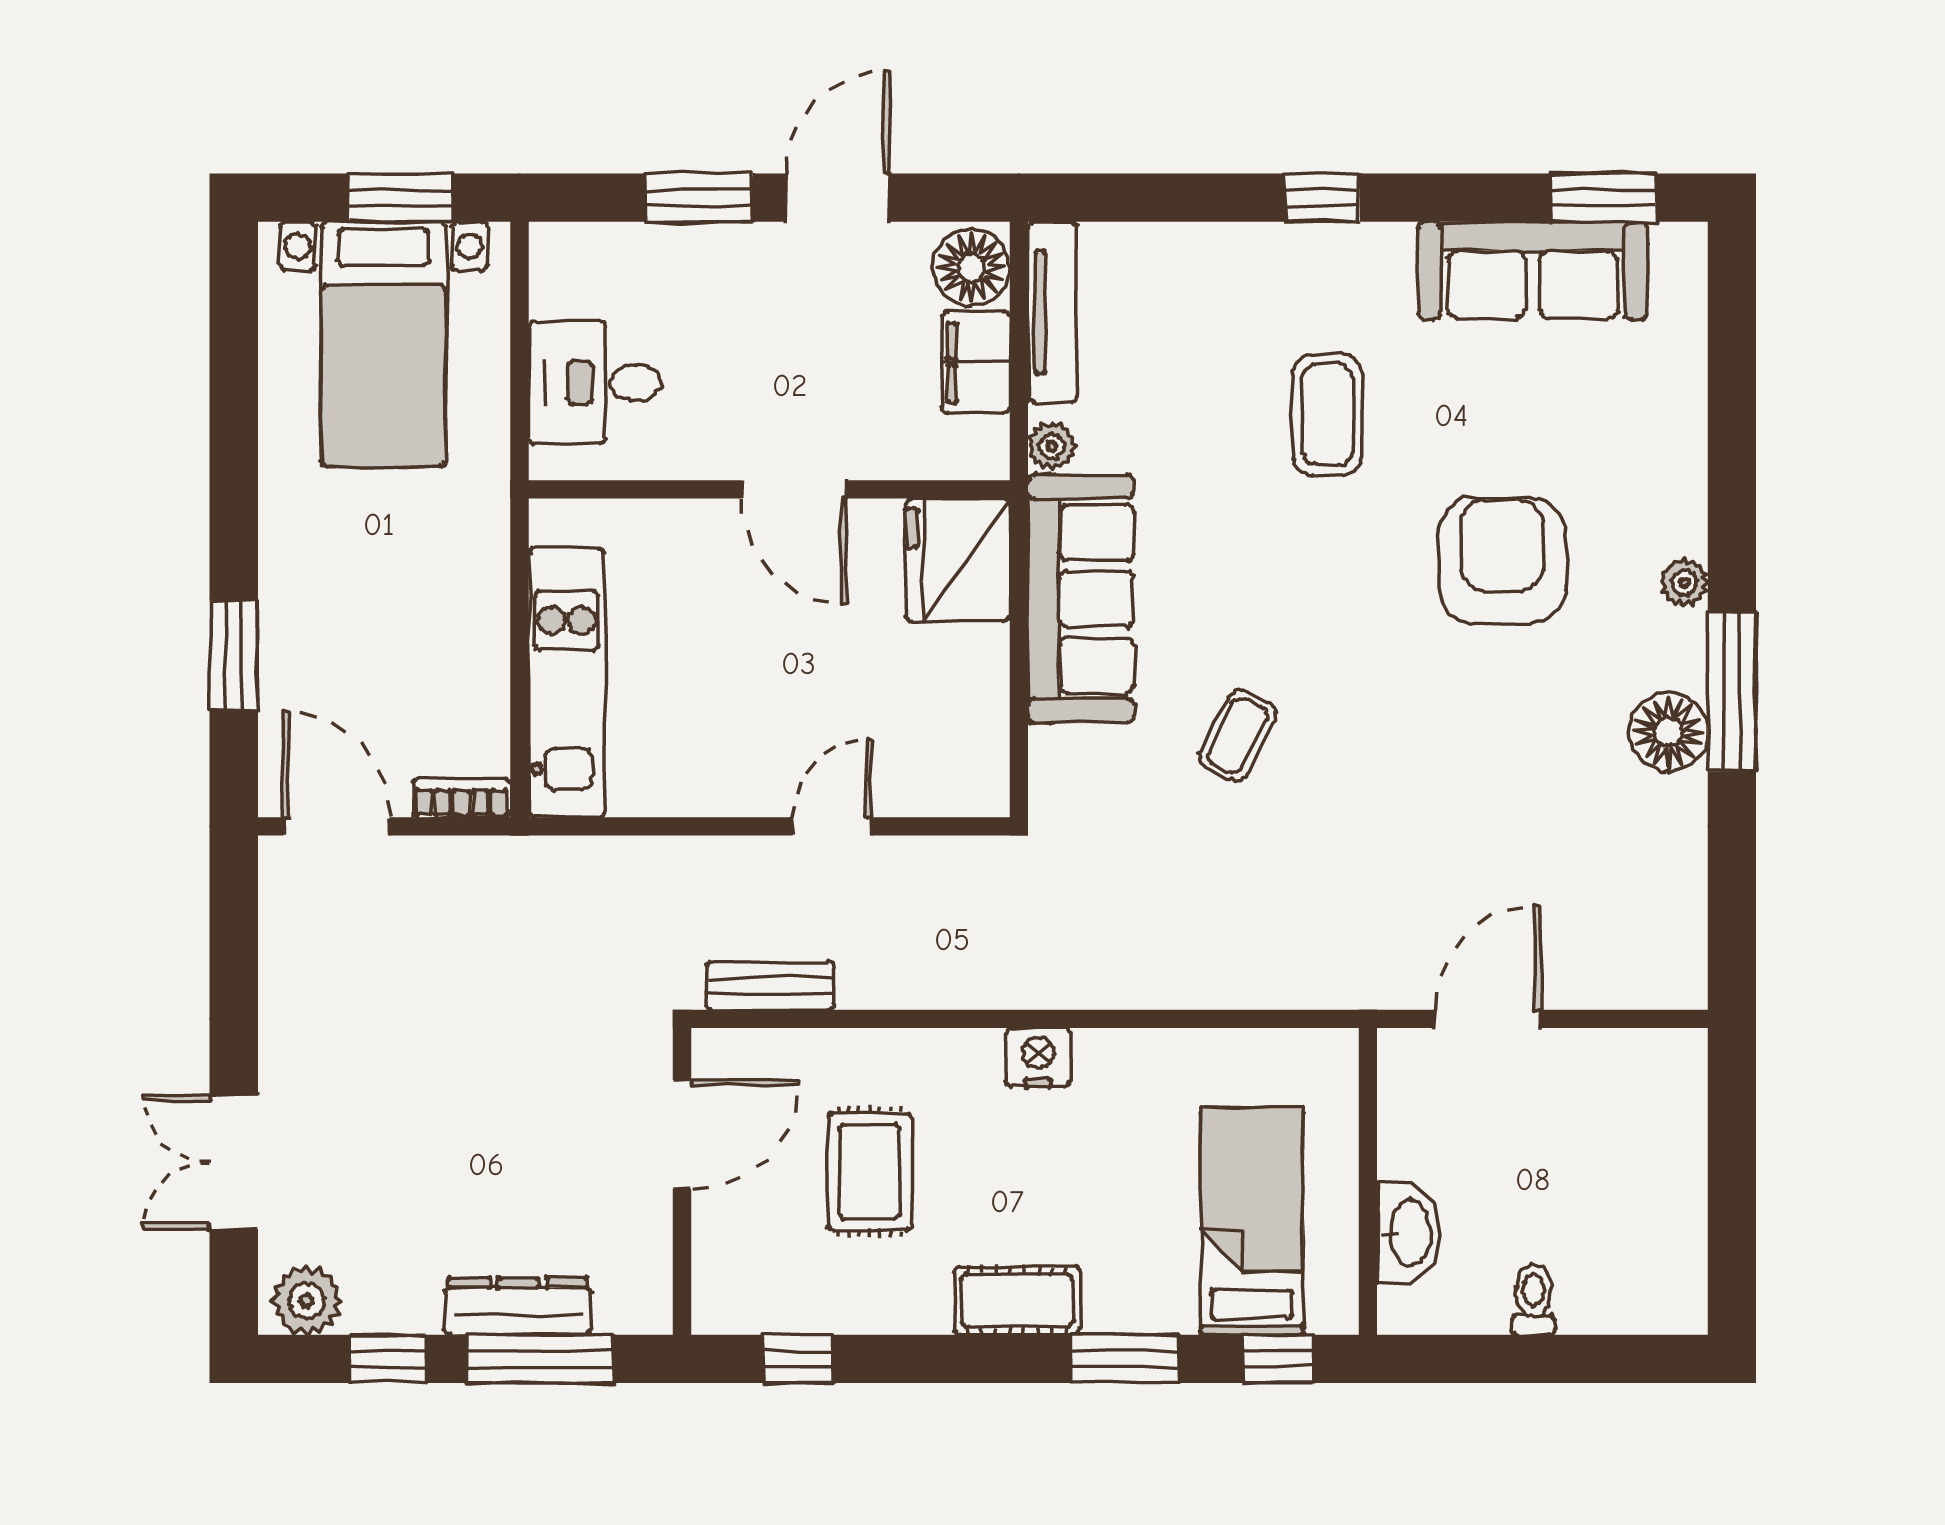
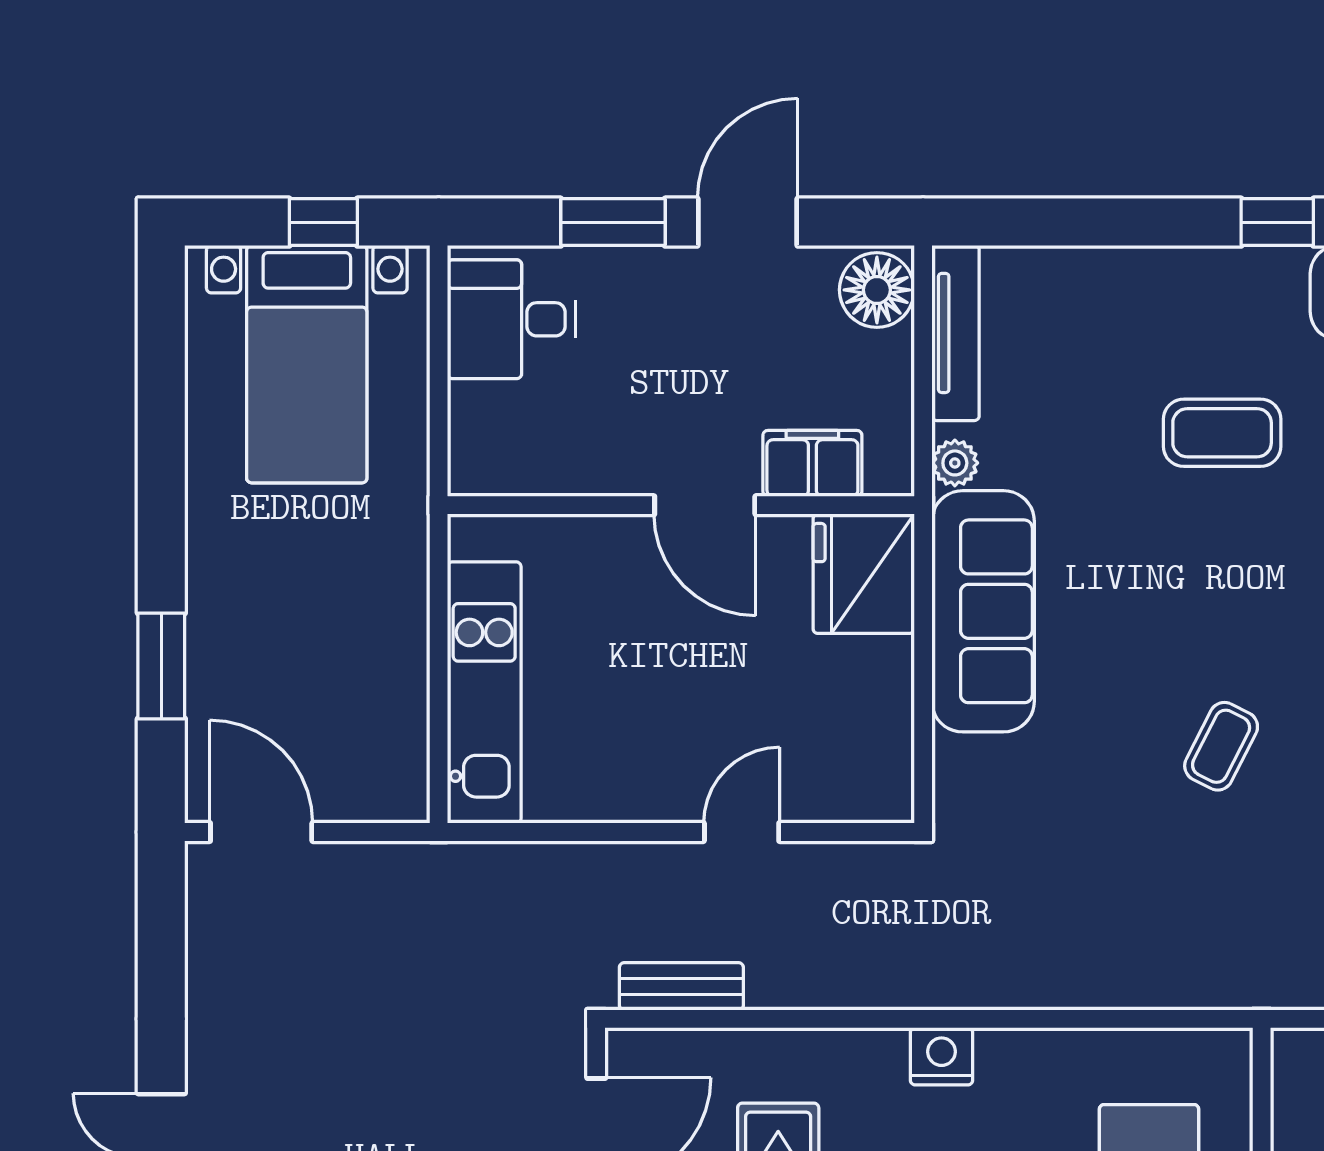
window: (401, 198) -> (323, 222), width x0.67
window: (1322, 198) -> (1277, 222), moved
filing cabinet: (976, 362) -> (812, 463), moved, turned 90
desk: (595, 383) -> (511, 319), moved
coffee table: (1327, 415) -> (1222, 433), turned 90
coffee table: (1238, 735) -> (1221, 746), moved
bookcase: (462, 798) -> (382, 804), removed

